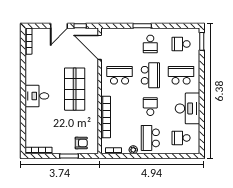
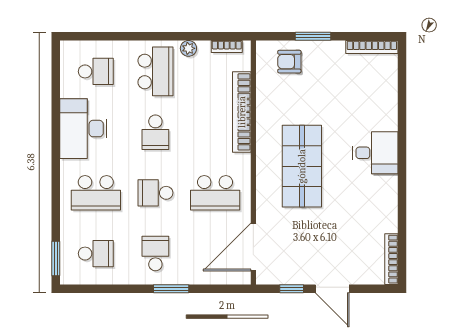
door: (59, 26) -> (332, 289), swing flipped
door: (100, 47) -> (253, 247), swing flipped
school desk: (150, 75) -> (155, 193), width x0.54

